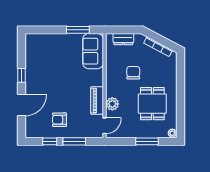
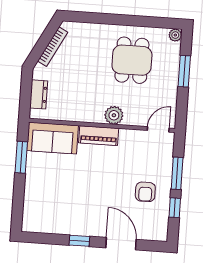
chair: (133, 73) -> (87, 84), removed
piano: (97, 101) -> (99, 136), moved
plant: (112, 104) -> (114, 115), moved
dining table: (152, 104) -> (132, 60), turned 90
door: (105, 126) -> (158, 129), hinge flipped

